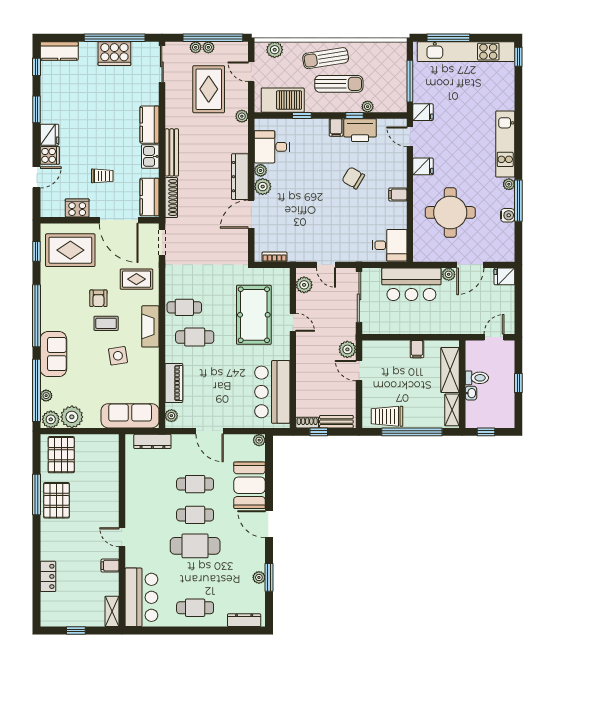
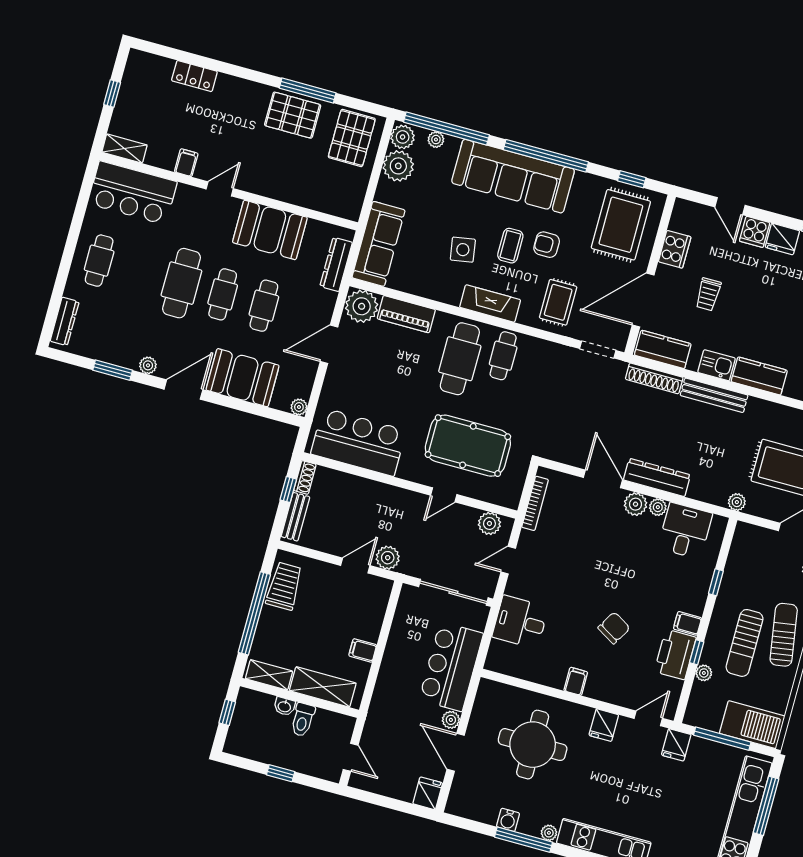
barbecue: (283, 100) -> (752, 725), moved, turned -90
desk: (390, 245) -> (520, 622), moved, turned 90
bookcase: (274, 257) -> (535, 503), width x1.56
cafe table: (195, 337) -> (460, 359), width x1.37, depth x1.35
sofa: (53, 354) -> (513, 176), width x1.85, depth x1.27
plant: (171, 416) -> (362, 306), width x1.87, depth x1.87
pallet: (61, 455) -> (352, 138), turned 90
booth: (141, 494) -> (270, 230), added
plant: (259, 577) -> (148, 365), moved

